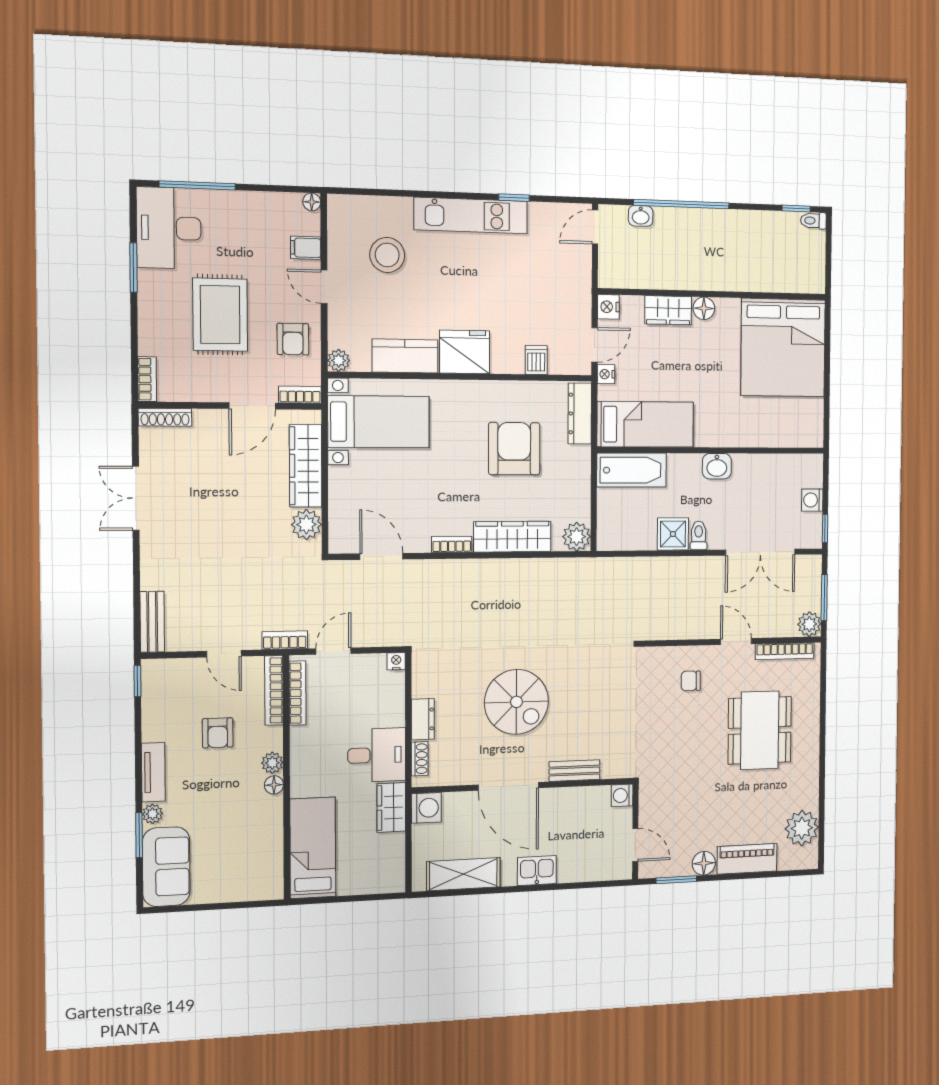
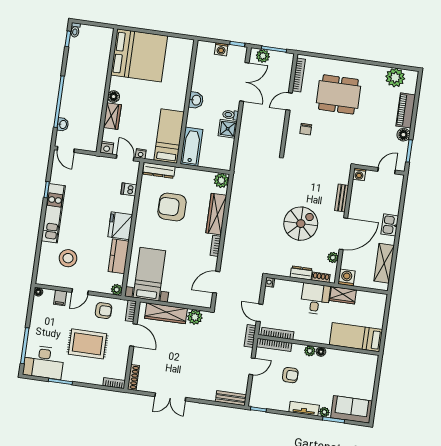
plant: (809, 624) -> (263, 56), moved
plant: (461, 775) -> (333, 258), added

